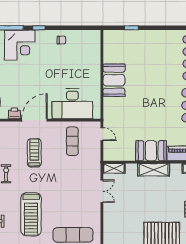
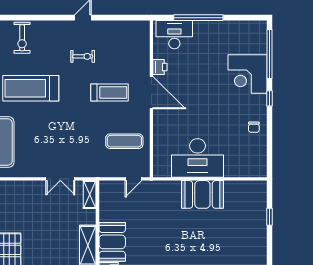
desk: (72, 104) -> (198, 158), moved, turned -90

